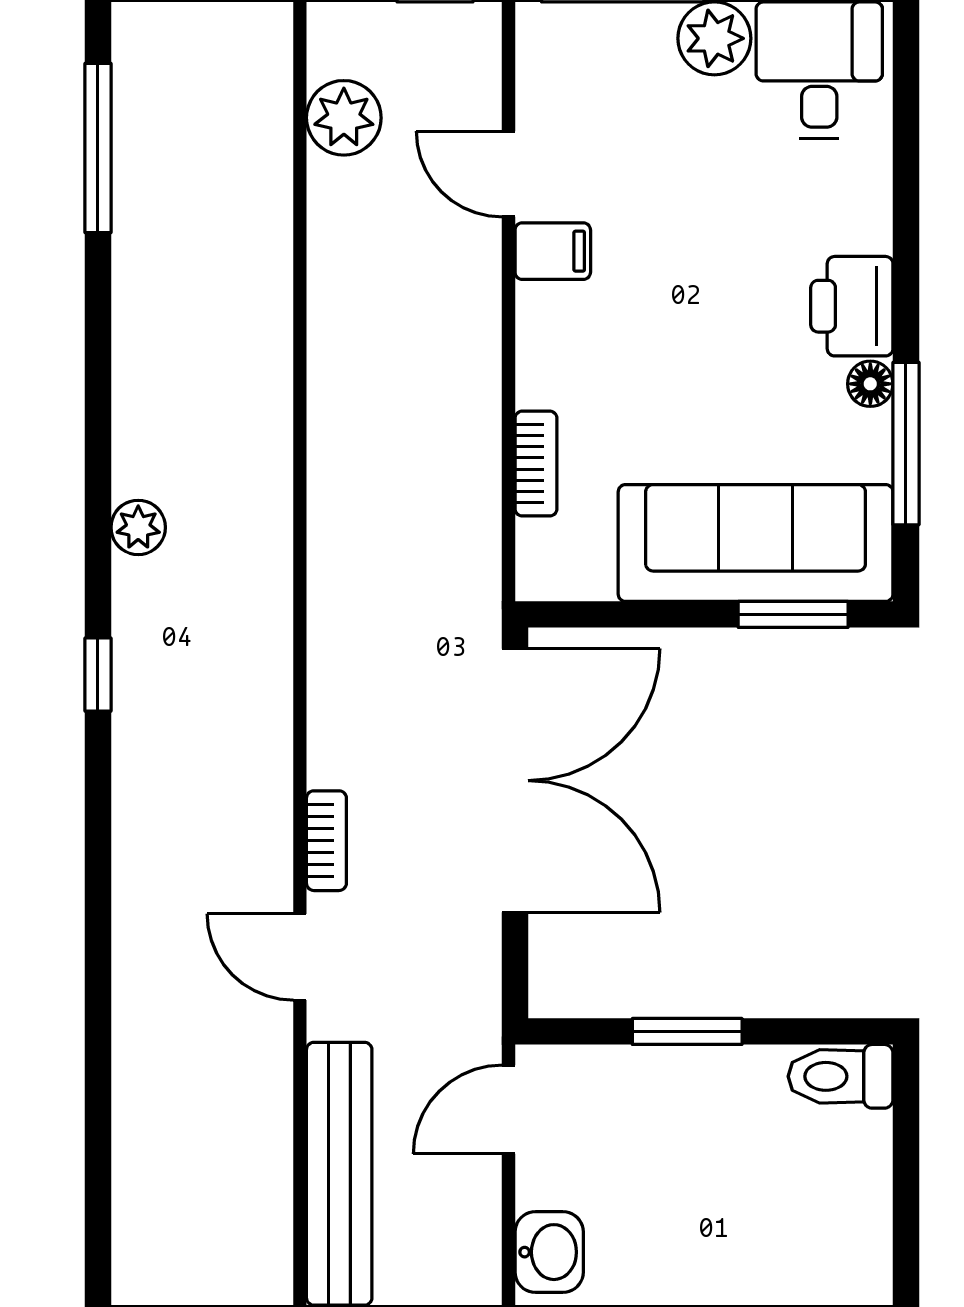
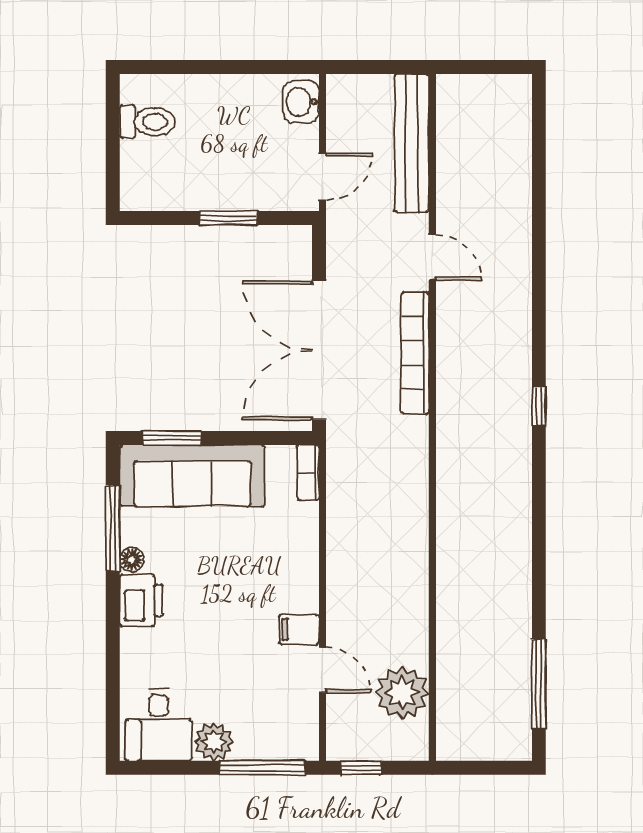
plant: (344, 118) -> (402, 693), width x1.36, depth x1.36
bookcase: (536, 464) -> (308, 472), moved
plant: (138, 527) -> (518, 484), removed
bookcase: (326, 841) -> (415, 353), width x2.31, depth x1.31
toilet: (841, 1076) -> (147, 122), moved

